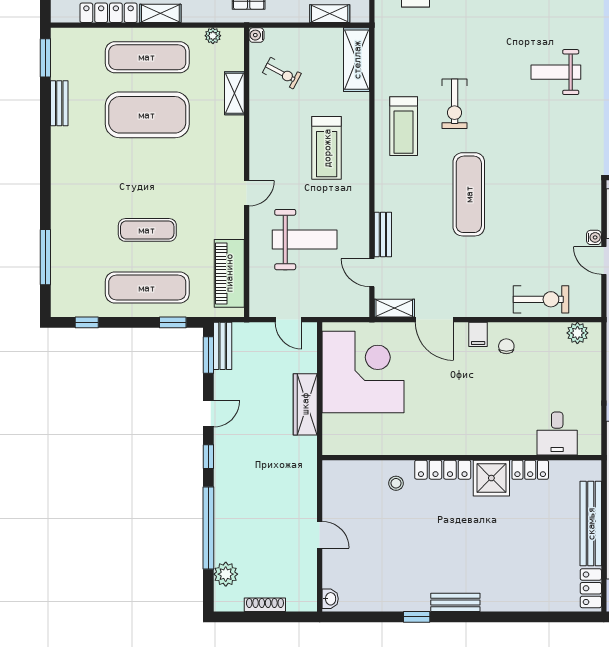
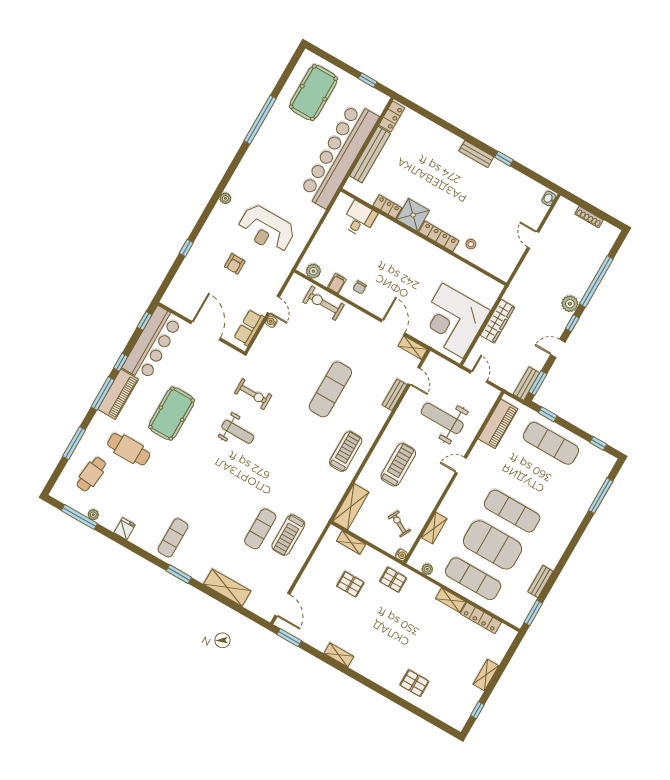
exercise bike: (455, 104) -> (253, 394), moved, turned 90
exercise mat: (147, 230) -> (512, 511), moved, width x1.36, depth x1.45
filing cabinet: (478, 334) -> (337, 284), moved
plant: (226, 574) -> (570, 304), moved

